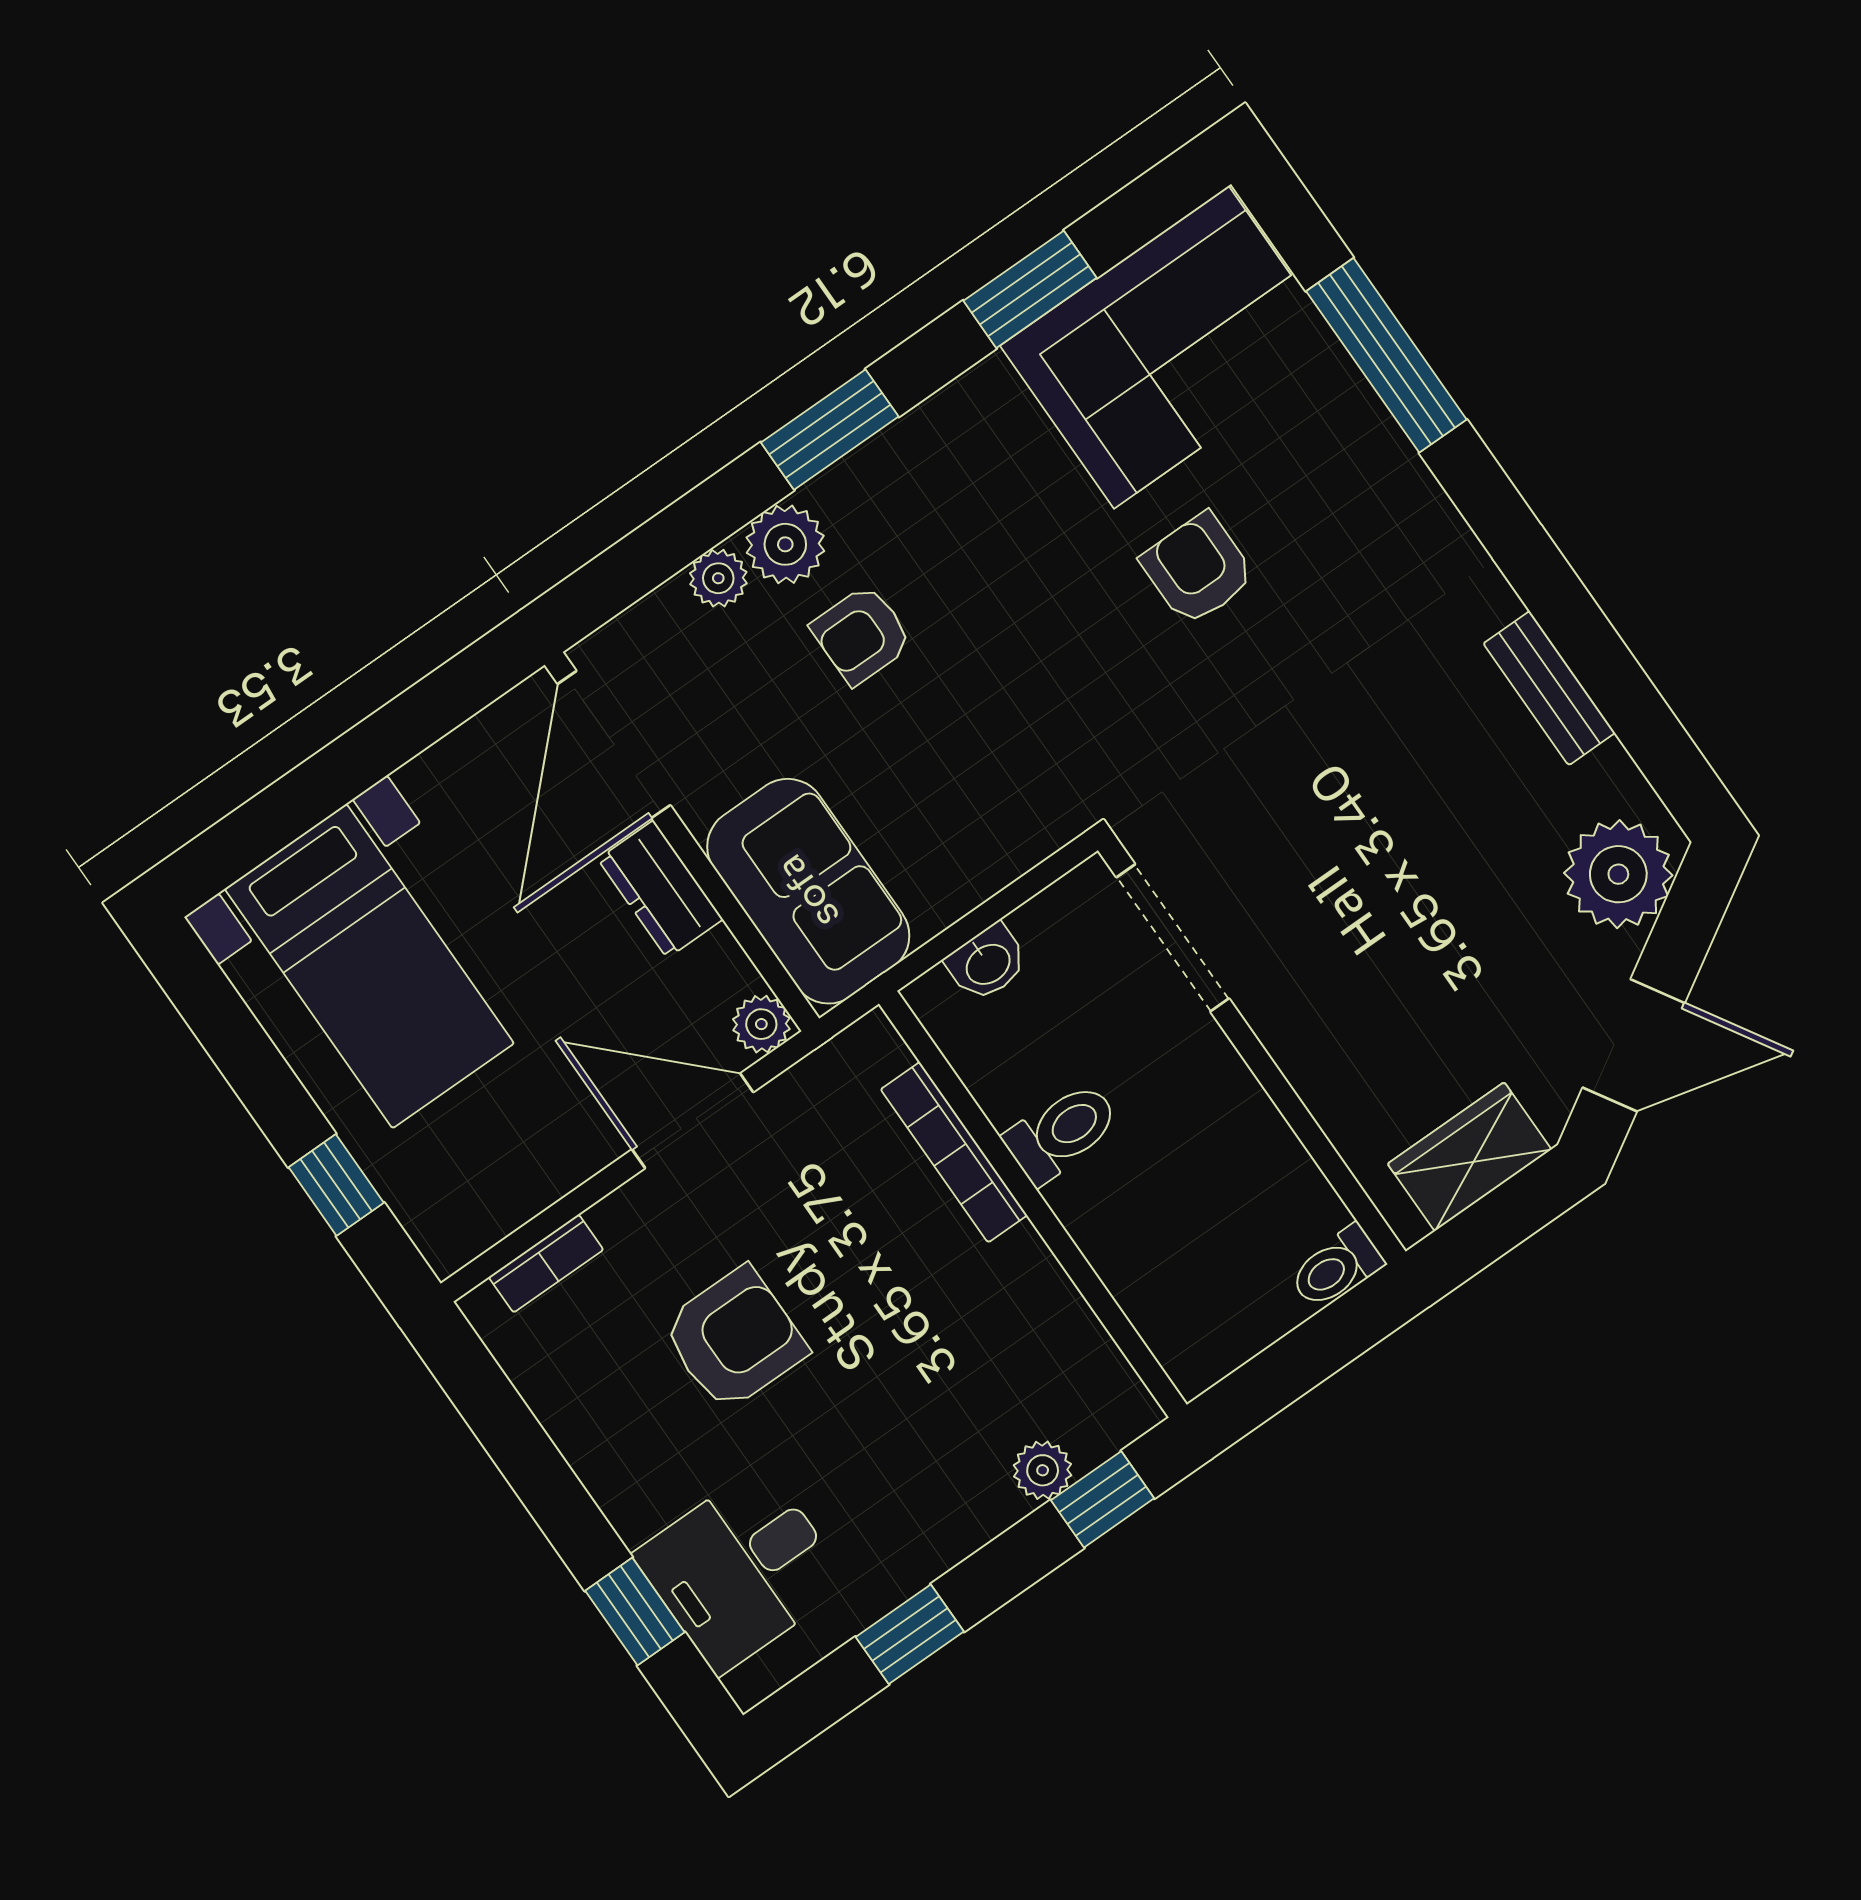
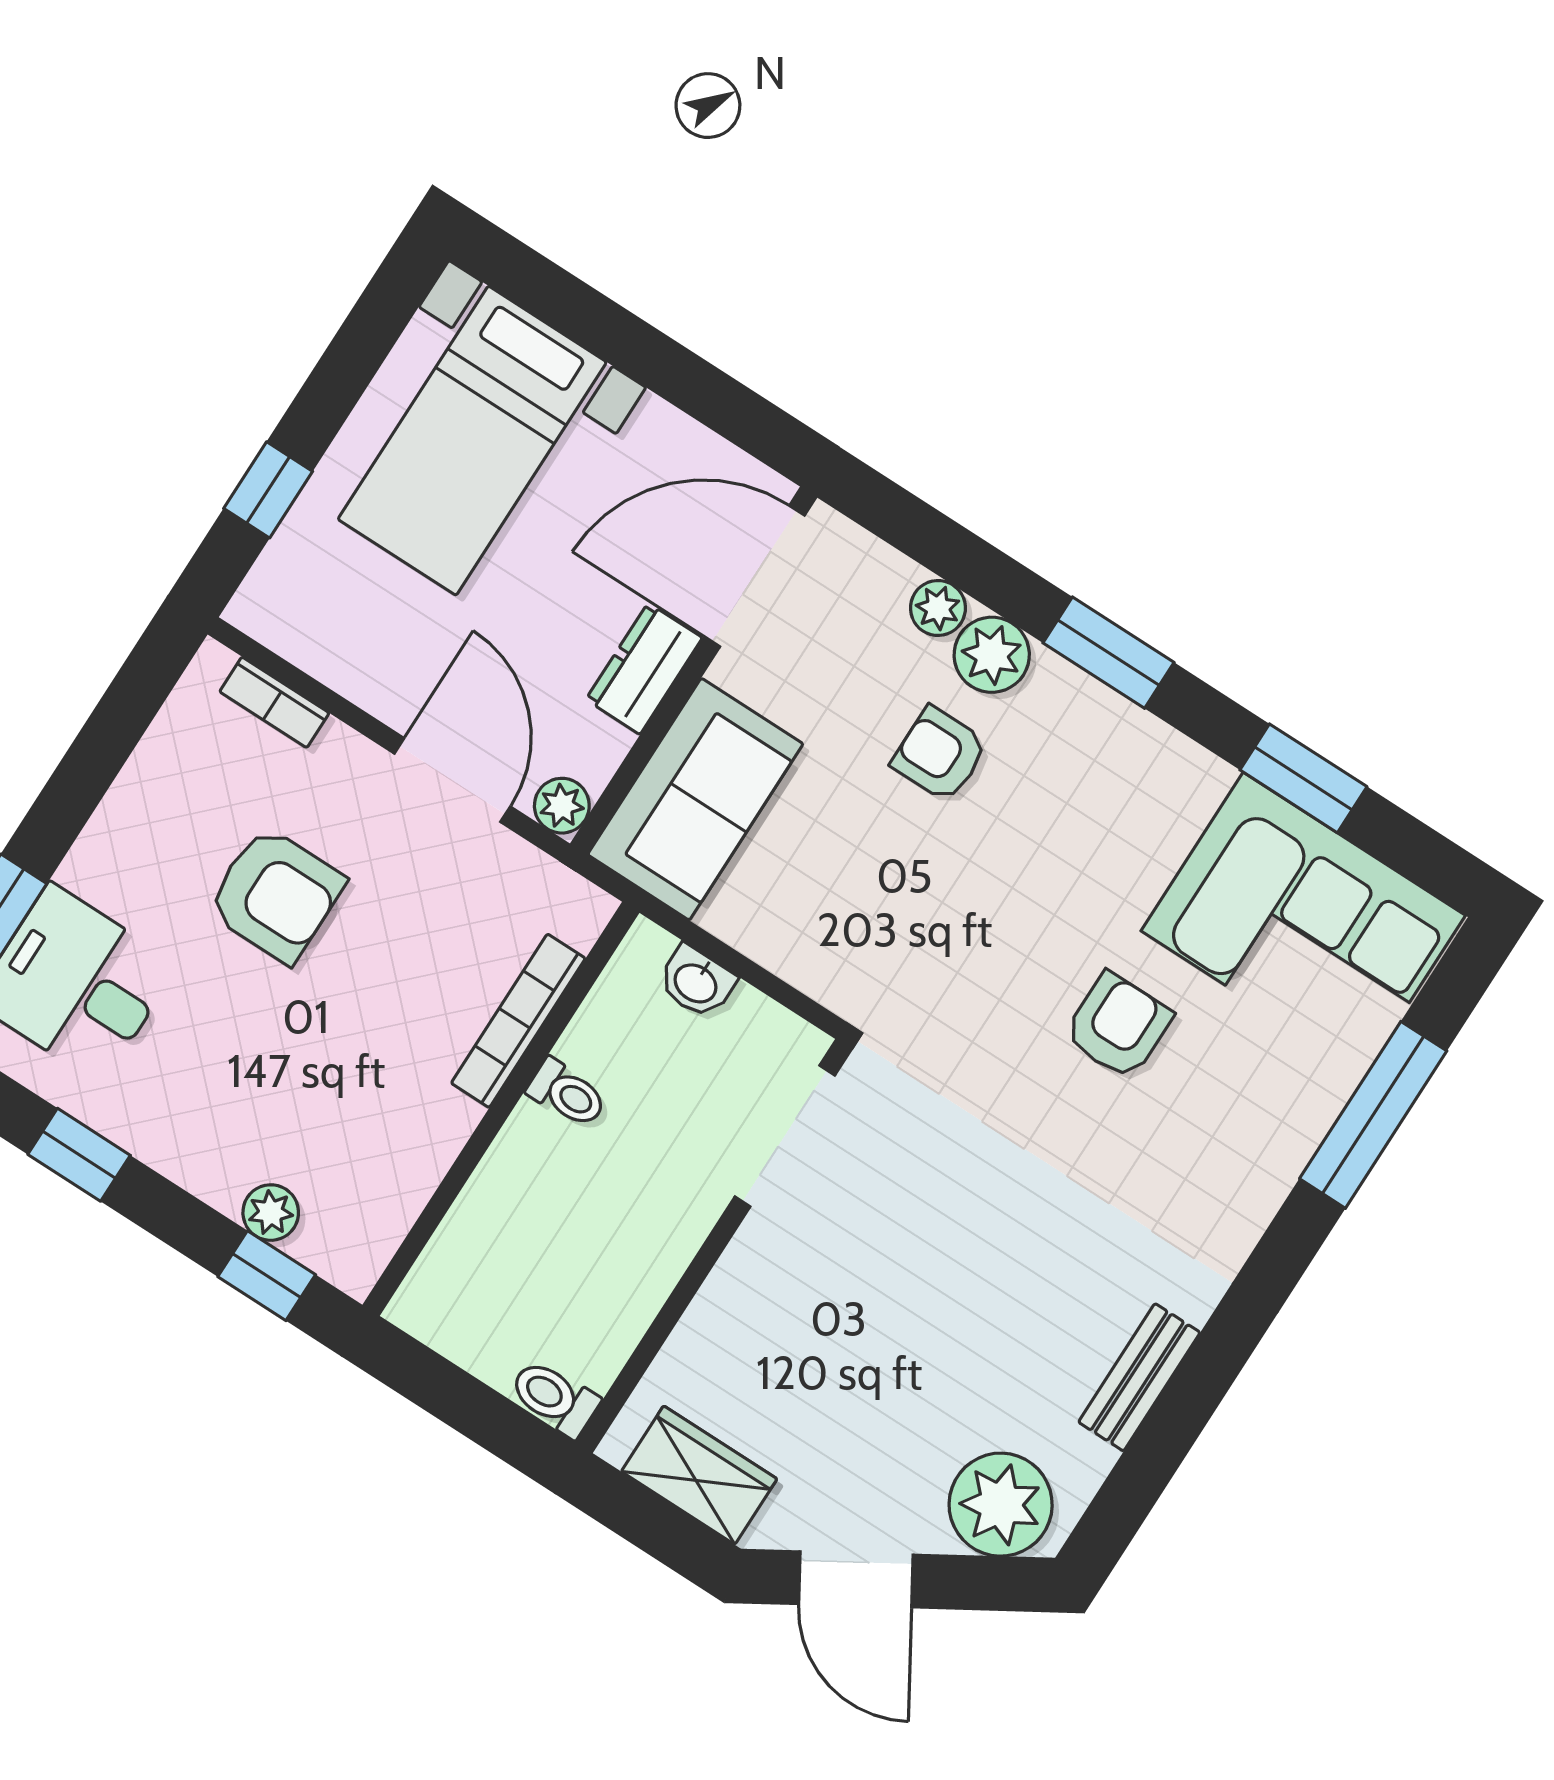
toilet: (1062, 1132) -> (567, 1094), width x0.73, depth x0.72

